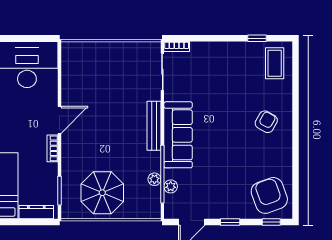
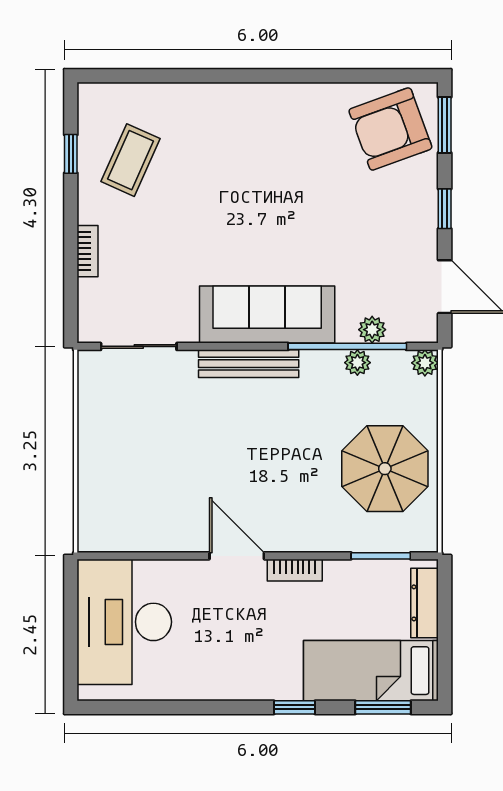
bookcase: (177, 47) -> (88, 251), moved
coffee table: (275, 63) -> (130, 160), moved, turned -66
armchair: (266, 122) -> (241, 135), removed
plant: (154, 212) -> (425, 363), added
window: (271, 222) -> (445, 125), width x1.50

